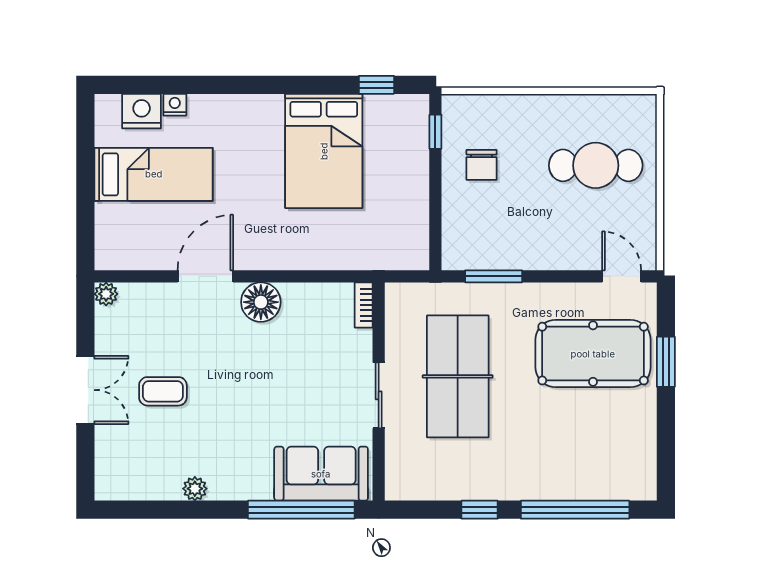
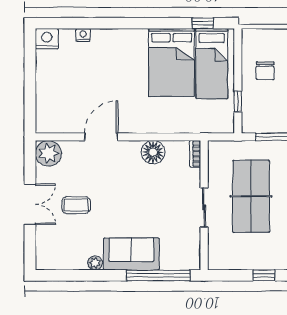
nightstand: (142, 111) -> (47, 39), moved
window: (435, 132) -> (238, 101), moved
bed: (154, 174) -> (212, 64), moved, turned 90
plant: (106, 294) -> (48, 153), width x1.87, depth x1.87
floor lamp: (261, 302) -> (153, 152), moved
sofa: (321, 474) -> (131, 254), moved

